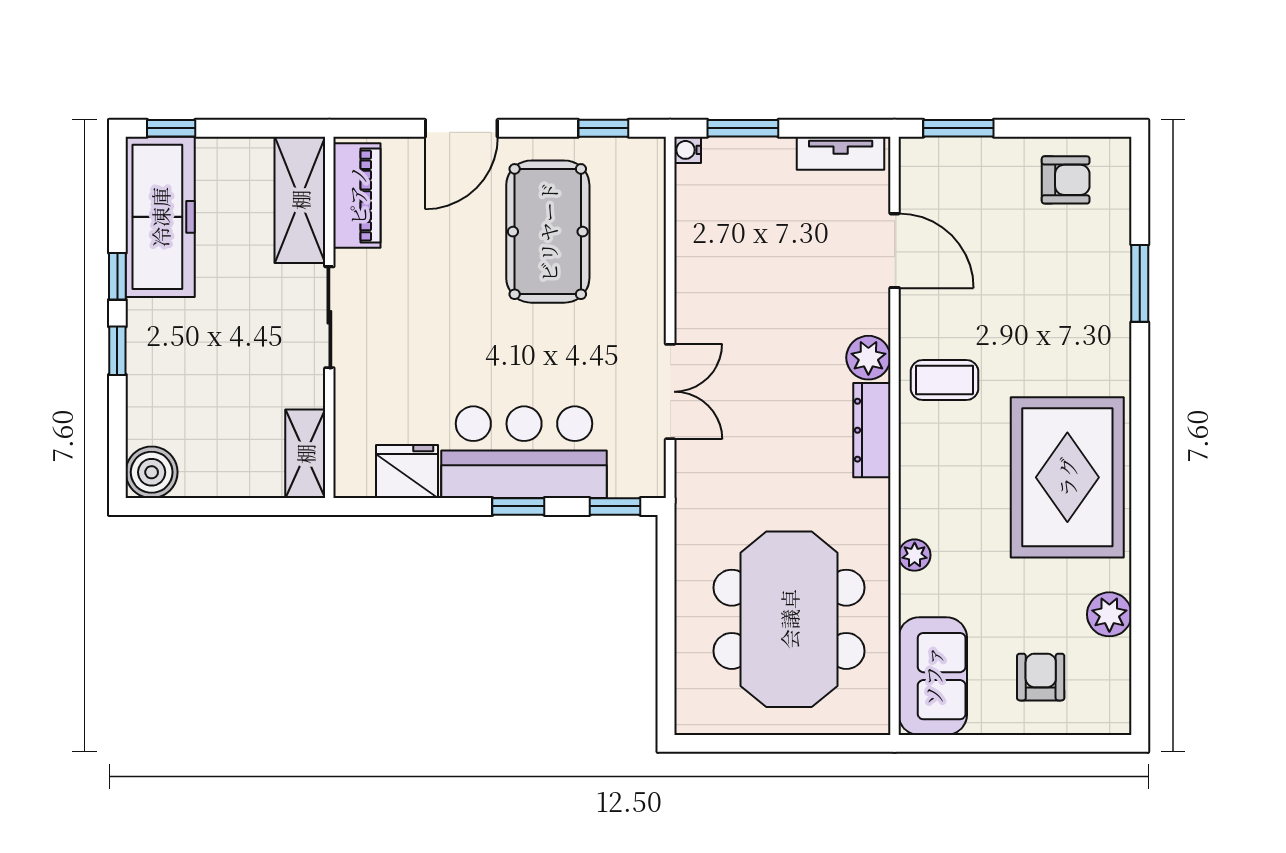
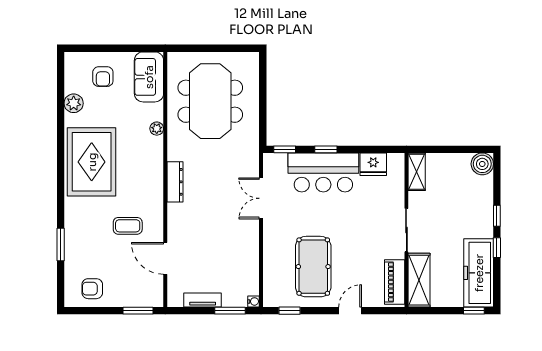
door: (461, 128) -> (350, 311), width x0.73
tv unit: (841, 153) -> (203, 300), moved
plant: (868, 358) -> (176, 213), removed
coffee table: (945, 380) -> (128, 226), moved

